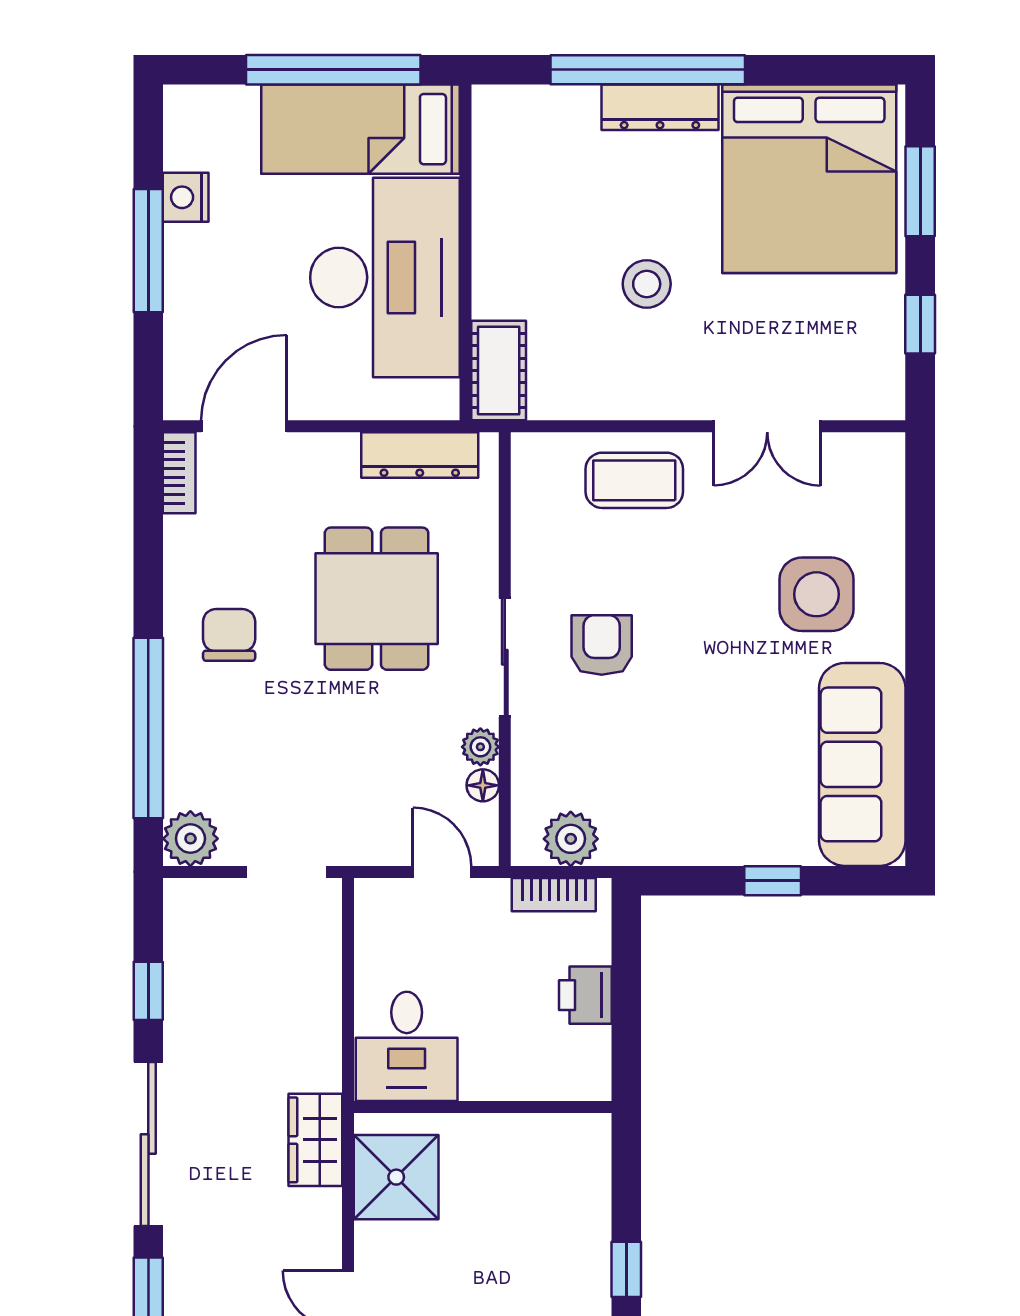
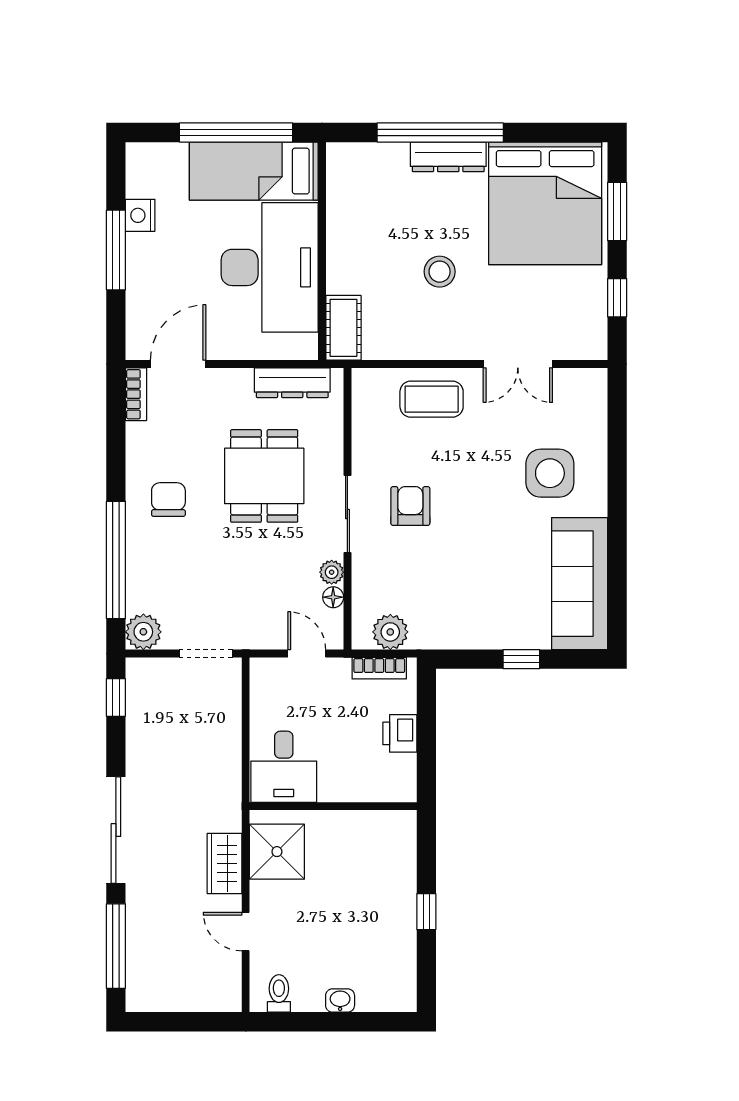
window: (148, 991) -> (116, 697), moved
wardrobe: (315, 1140) -> (224, 864), moved

